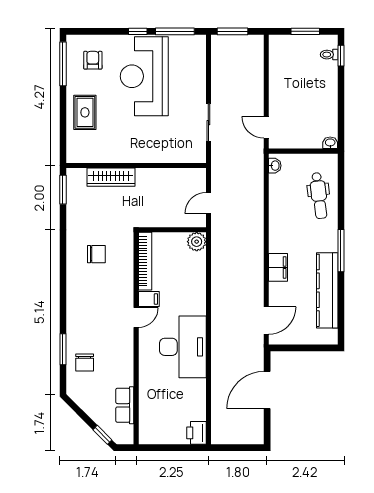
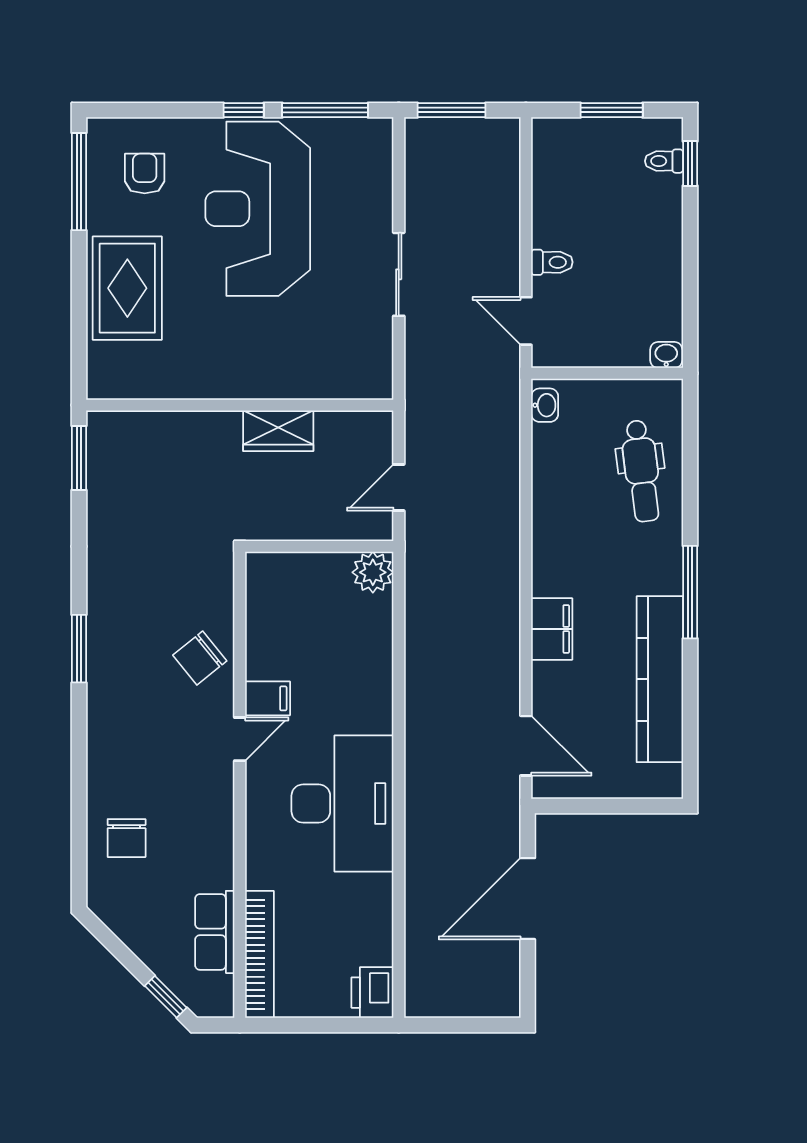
toilet: (278, 101) -> (552, 262), added
rug: (85, 112) -> (127, 288), width x1.36, depth x1.43
sliding door: (208, 123) -> (399, 274), moved
wardrobe: (111, 177) -> (278, 431), moved, width x0.67
chair: (96, 254) -> (200, 658), moved, turned 141
bookcase: (145, 261) -> (259, 954), moved
door: (266, 320) -> (526, 746), hinge flipped
window: (63, 349) -> (79, 649), moved

